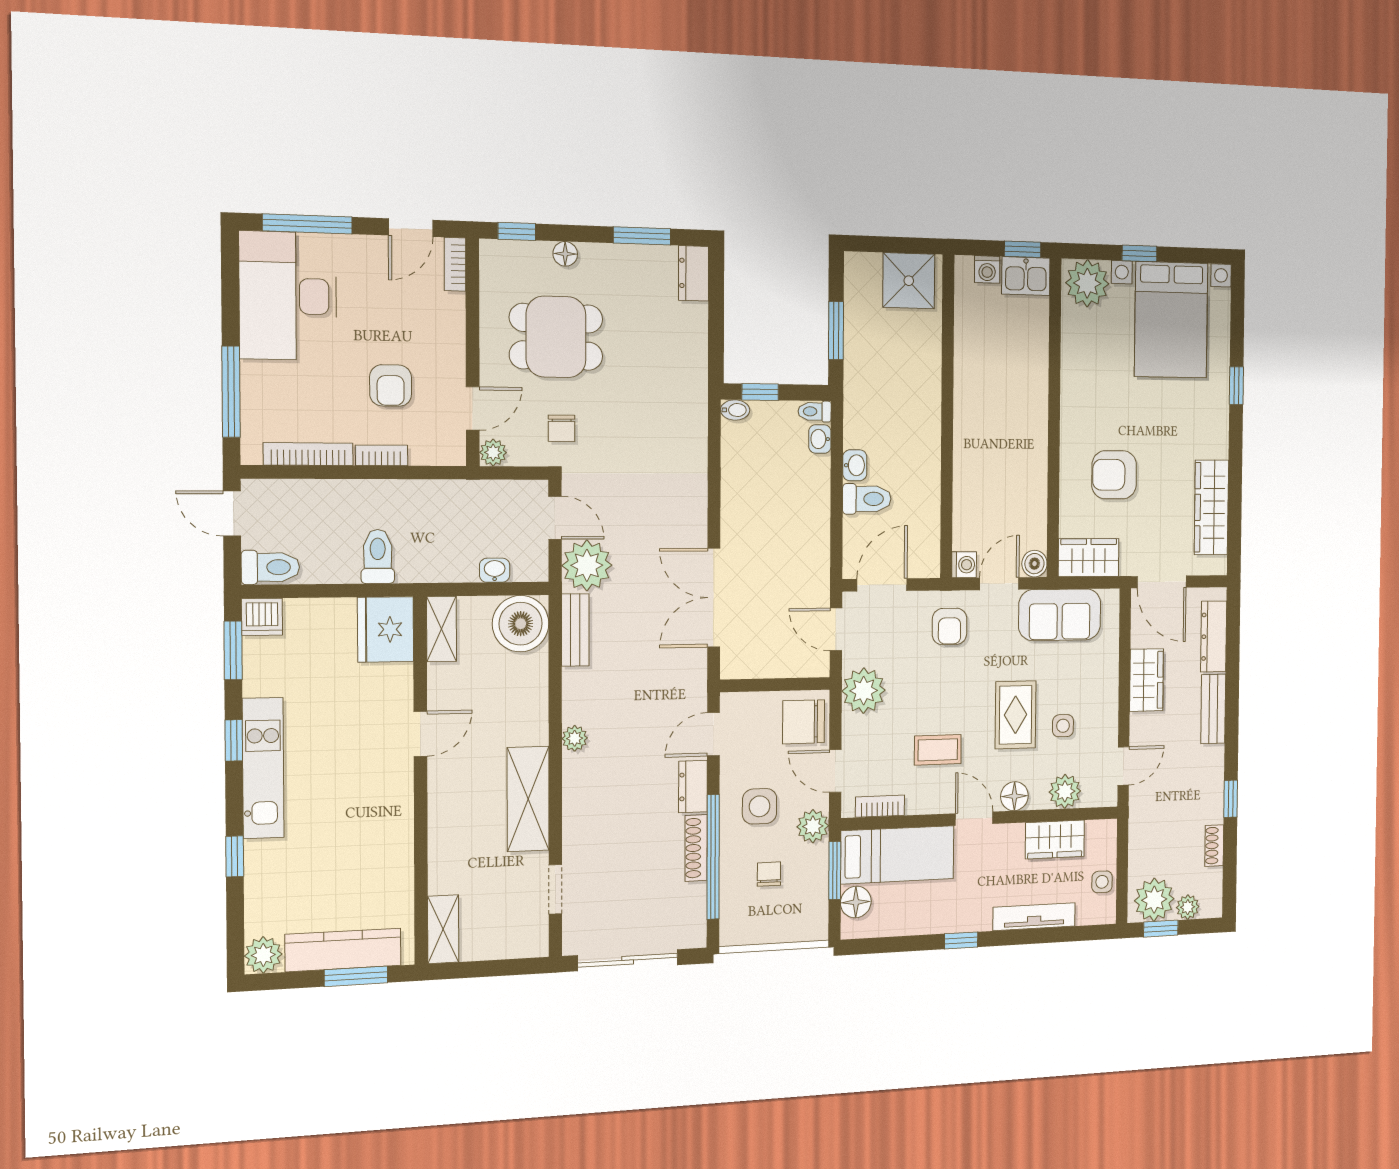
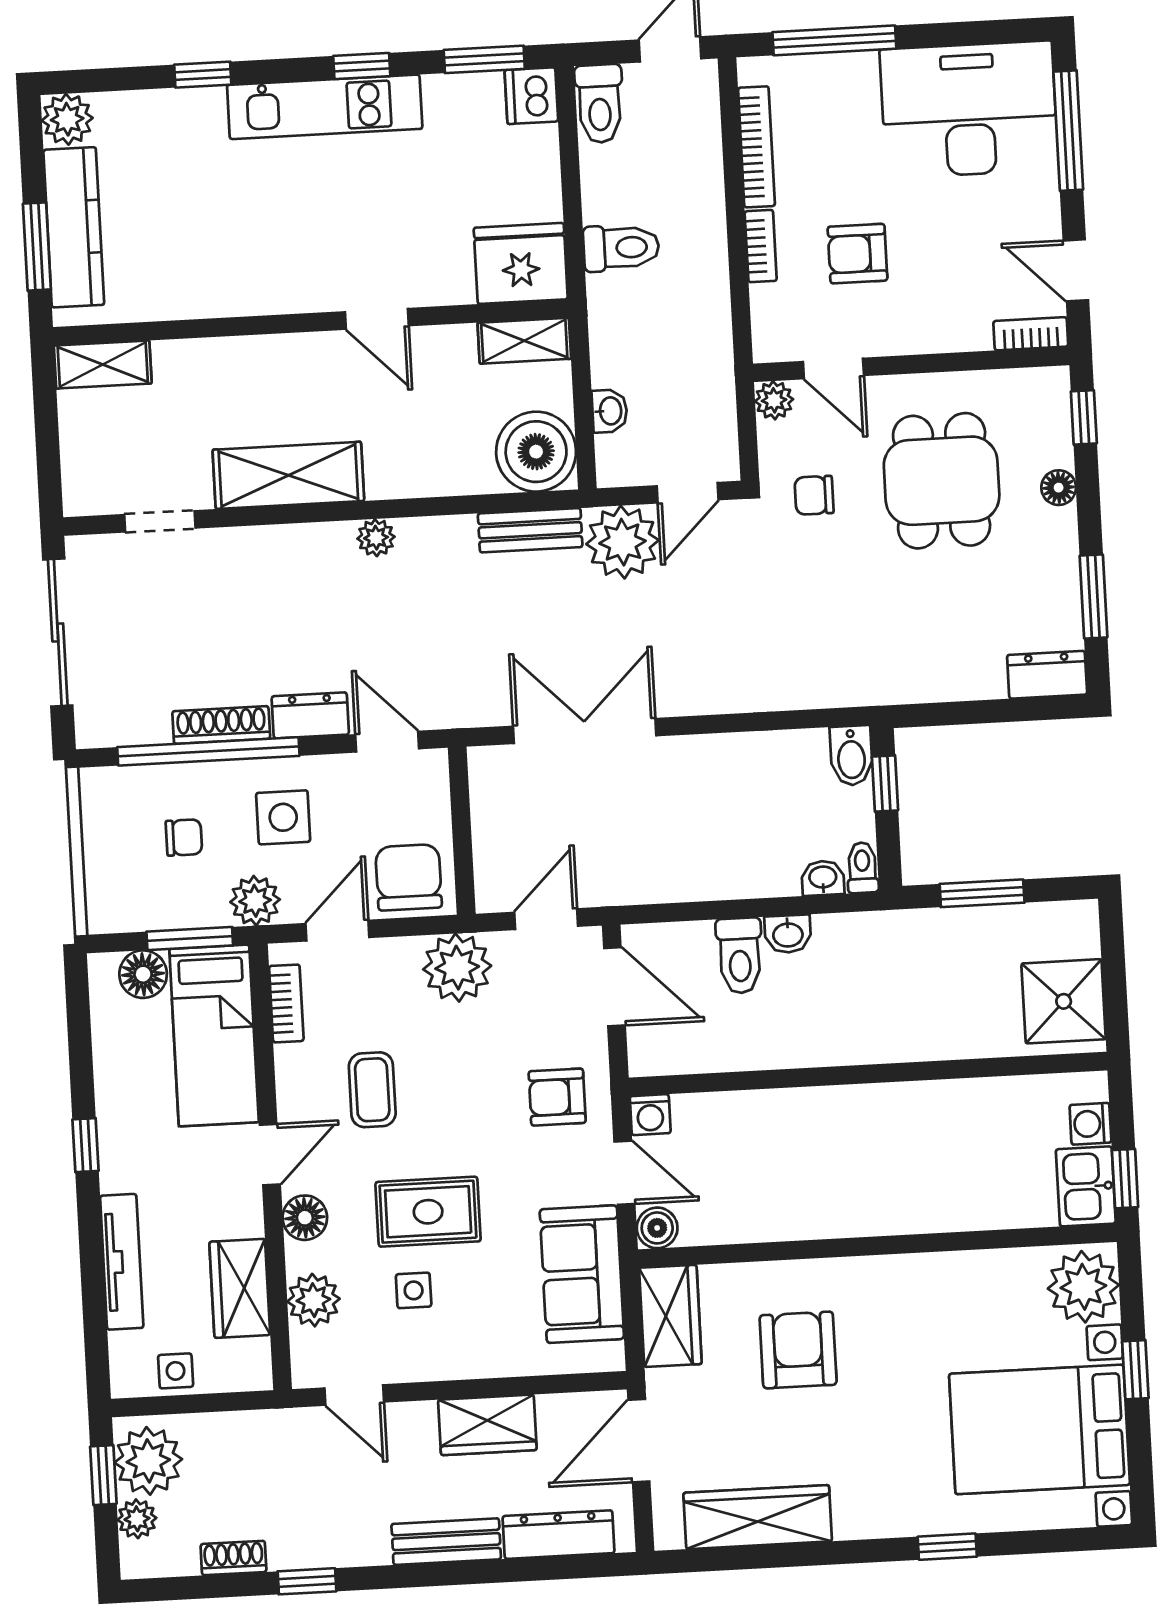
bidet: (735, 410) -> (851, 755), width x1.38, depth x1.36

